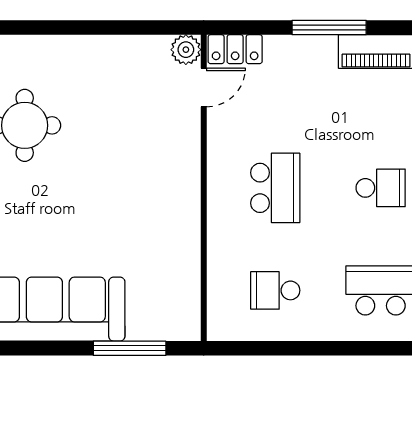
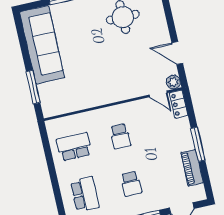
door: (127, 28) -> (177, 53), added
school desk: (275, 188) -> (120, 136), width x0.54
school desk: (275, 290) -> (74, 147), width x1.85

